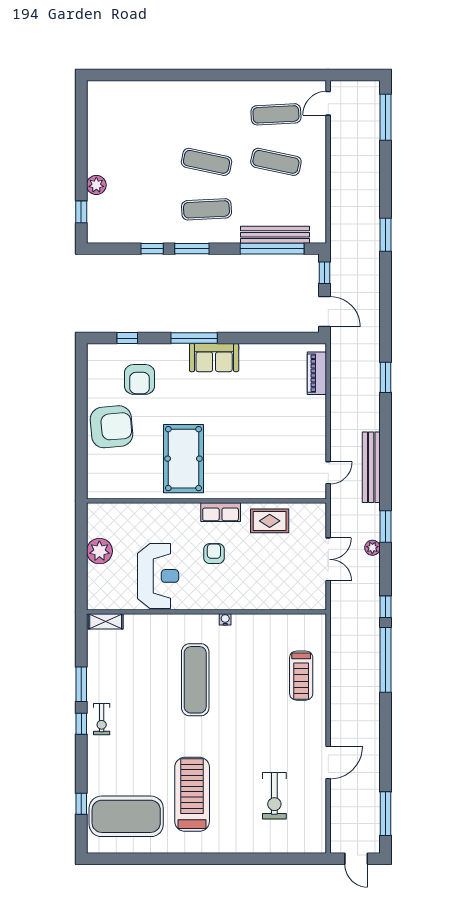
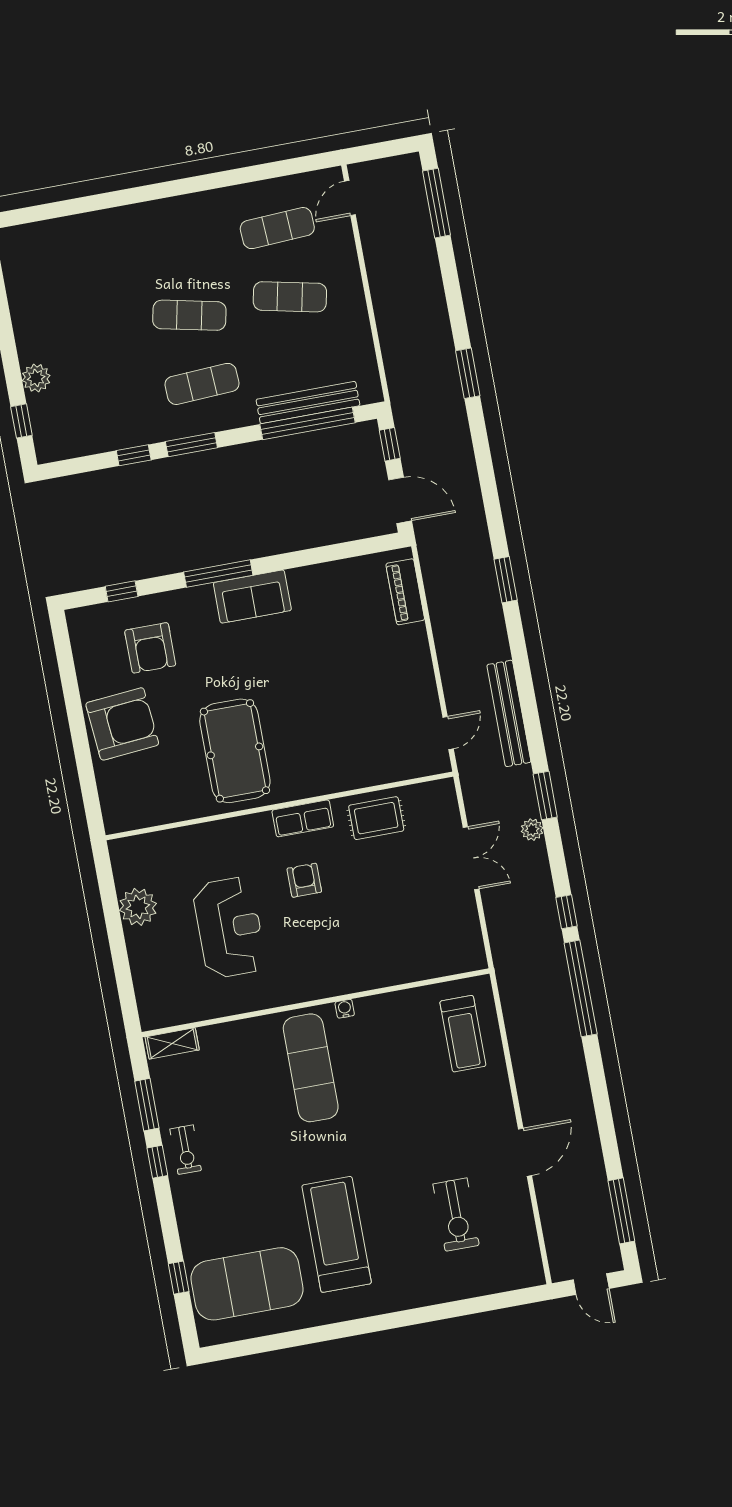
wall: (206, 612) -> (316, 1003), moved
water cooler: (225, 619) -> (345, 1009), moved
shelving: (106, 621) -> (172, 1043), moved

